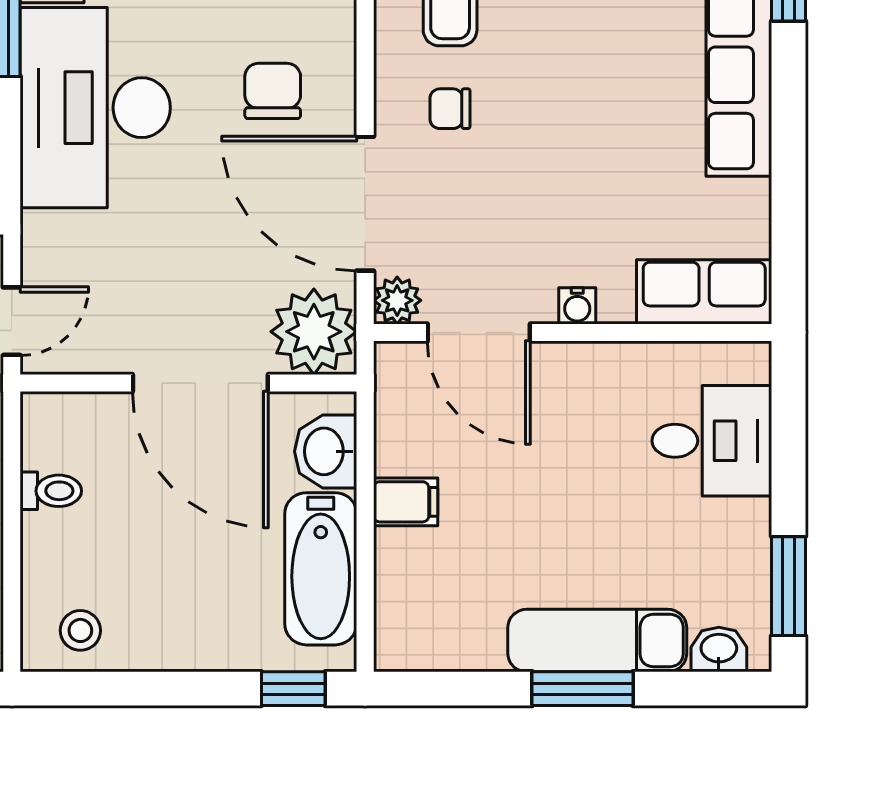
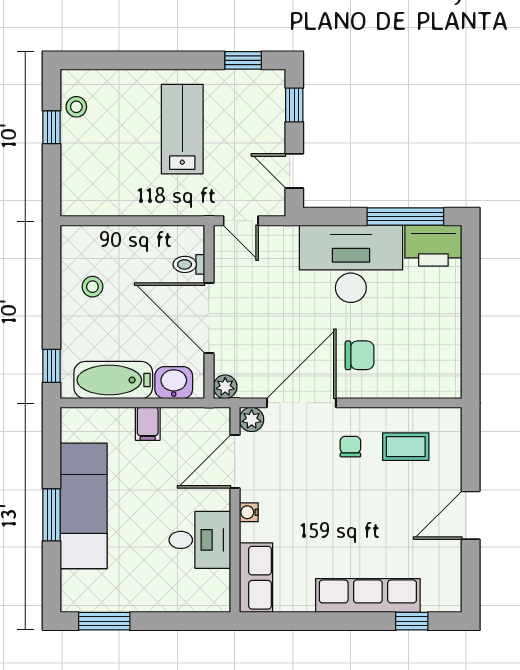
plant: (314, 332) -> (225, 387), width x0.53, depth x0.53
door: (200, 383) -> (209, 318), hinge flipped
desk: (712, 441) -> (200, 540), moved, turned -90
toilet: (51, 491) -> (189, 264), moved, turned 90
stool: (80, 630) -> (92, 287), moved
exam couch: (597, 641) -> (84, 506), width x1.36, depth x1.45
washbasin: (719, 649) -> (72, 585), removed

